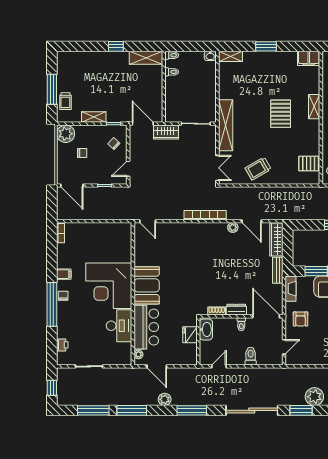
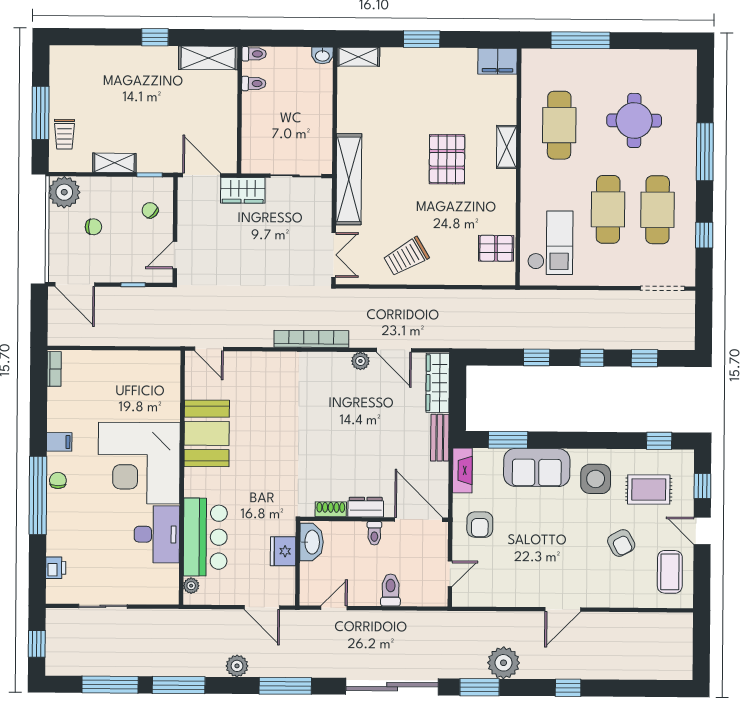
booth: (147, 285) -> (207, 433), moved
door: (157, 366) -> (262, 607), moved

